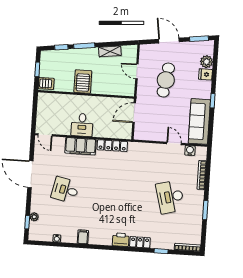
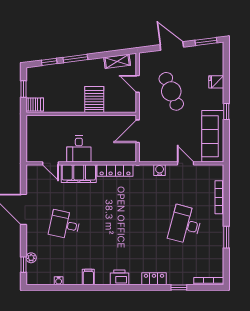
shelving: (110, 51) -> (117, 61), moved
plant: (206, 62) -> (216, 67), removed
cafe table: (166, 80) -> (171, 91), turned -32
server rack: (83, 82) -> (94, 99), moved
door: (45, 135) -> (51, 163), moved
water cooler: (190, 150) -> (160, 170), moved
desk: (170, 197) -> (185, 225), turned 30
printer: (121, 240) -> (119, 277), moved

